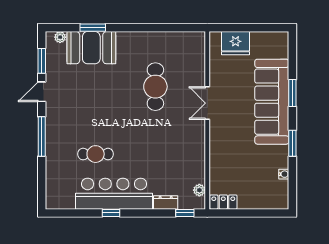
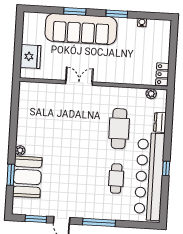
plant: (60, 37) -> (20, 150), moved
cafe table: (155, 87) -> (119, 129), moved, turned 90
double door: (207, 103) -> (79, 83), swing flipped
bar counter: (114, 194) -> (149, 177), width x1.36
window: (185, 213) -> (170, 107), removed

